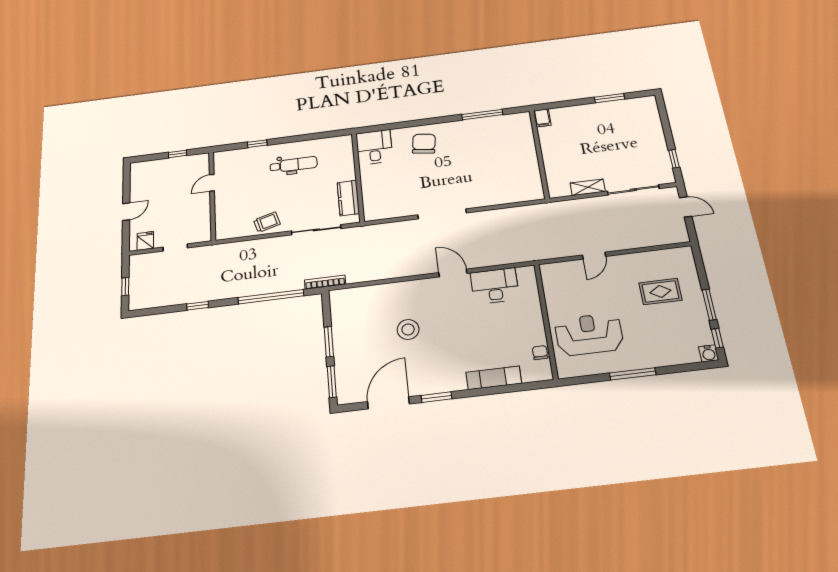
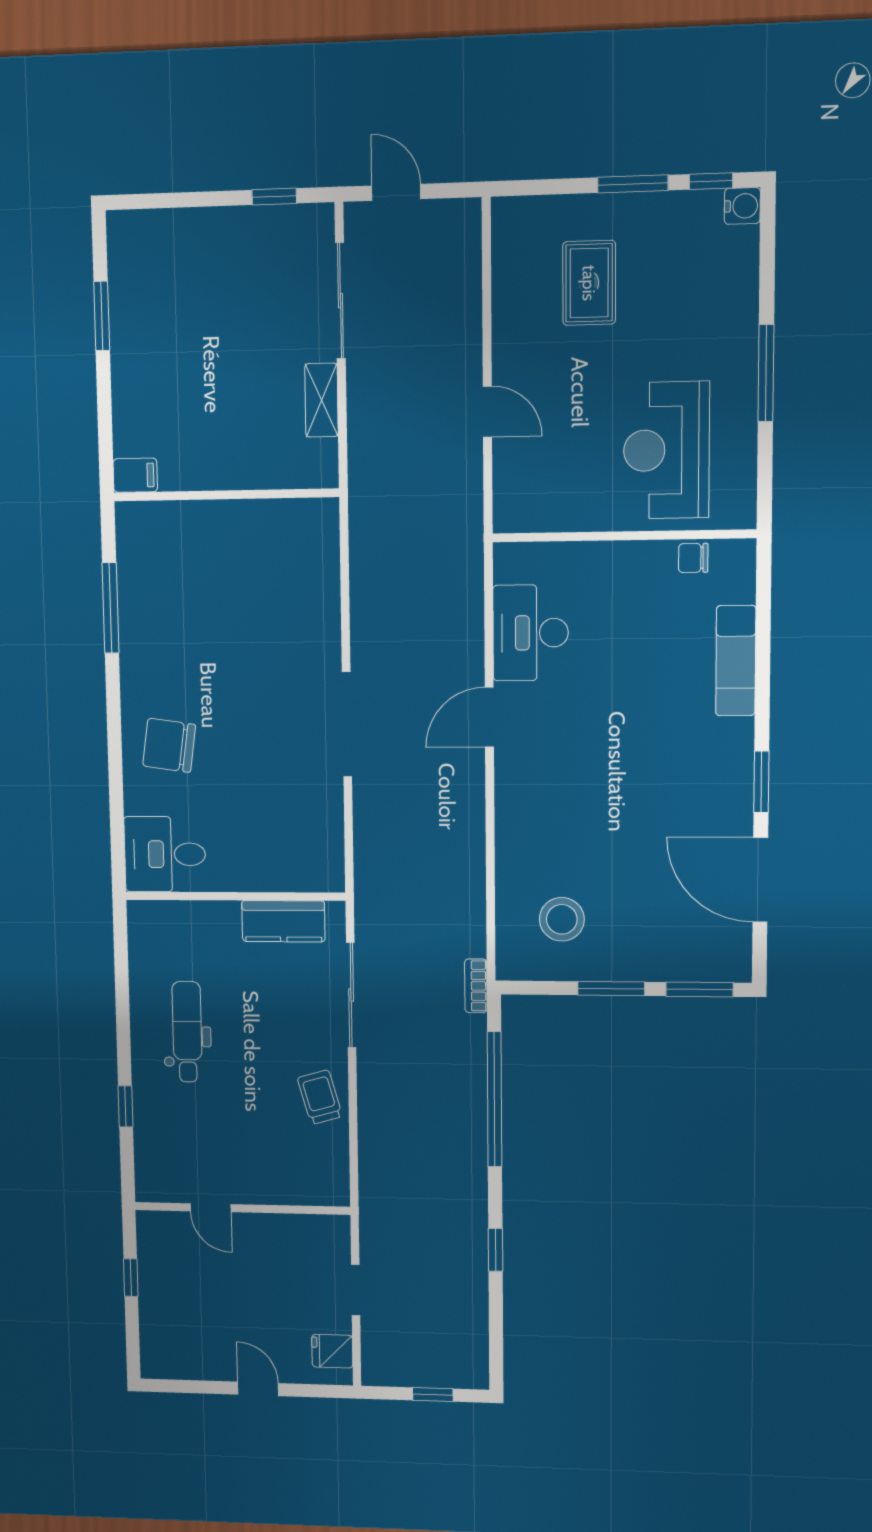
door: (686, 207) -> (396, 192), hinge flipped
bookcase: (325, 282) -> (476, 986), width x0.64
stool: (408, 329) -> (562, 919), moved

